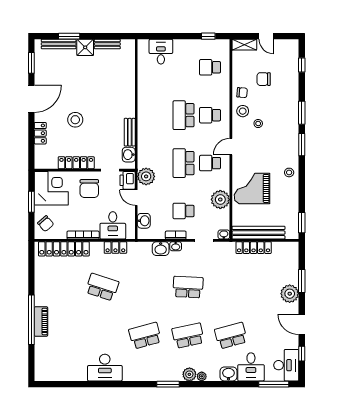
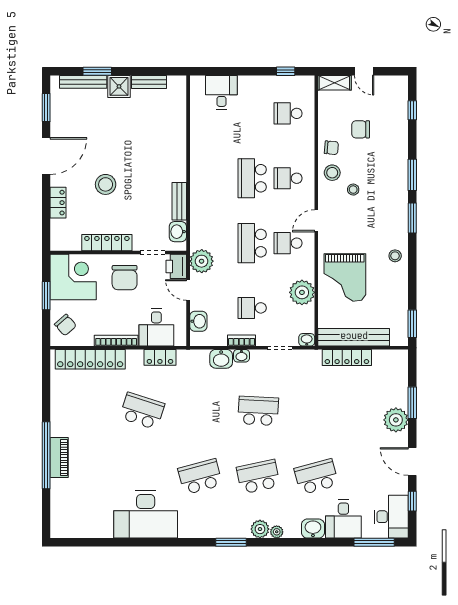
grand piano: (252, 188) -> (345, 277), turned -90
desk: (105, 368) -> (146, 514), width x1.36, depth x1.30

